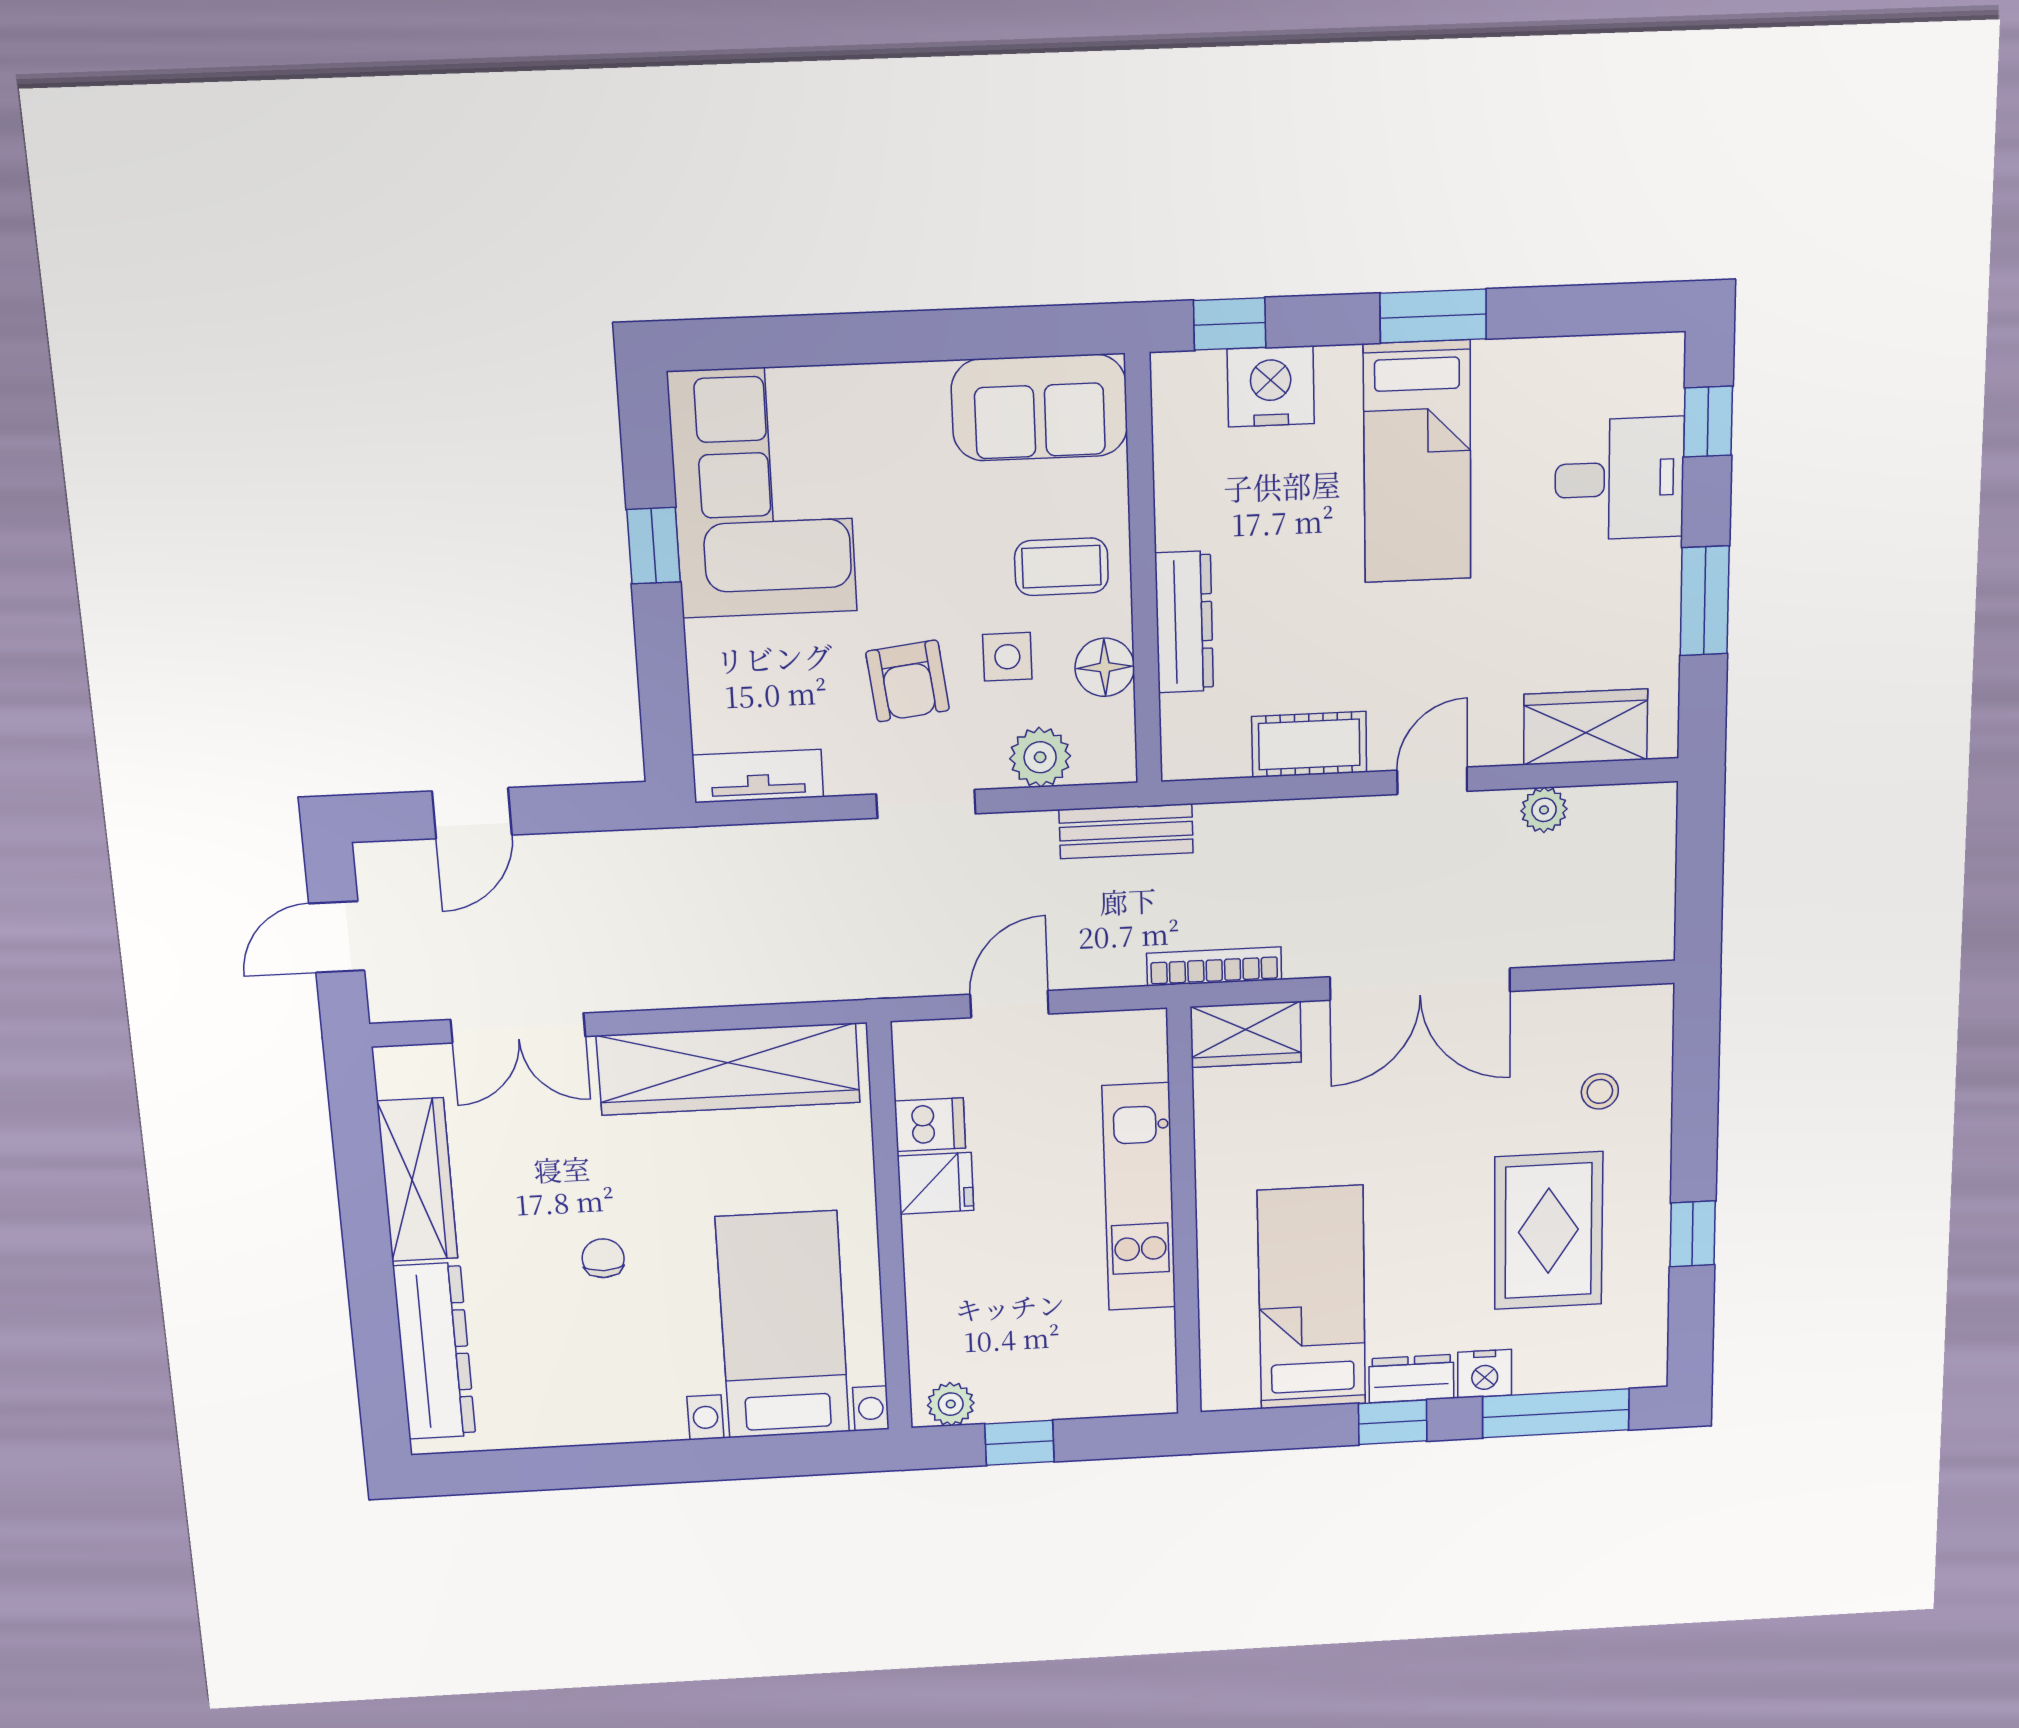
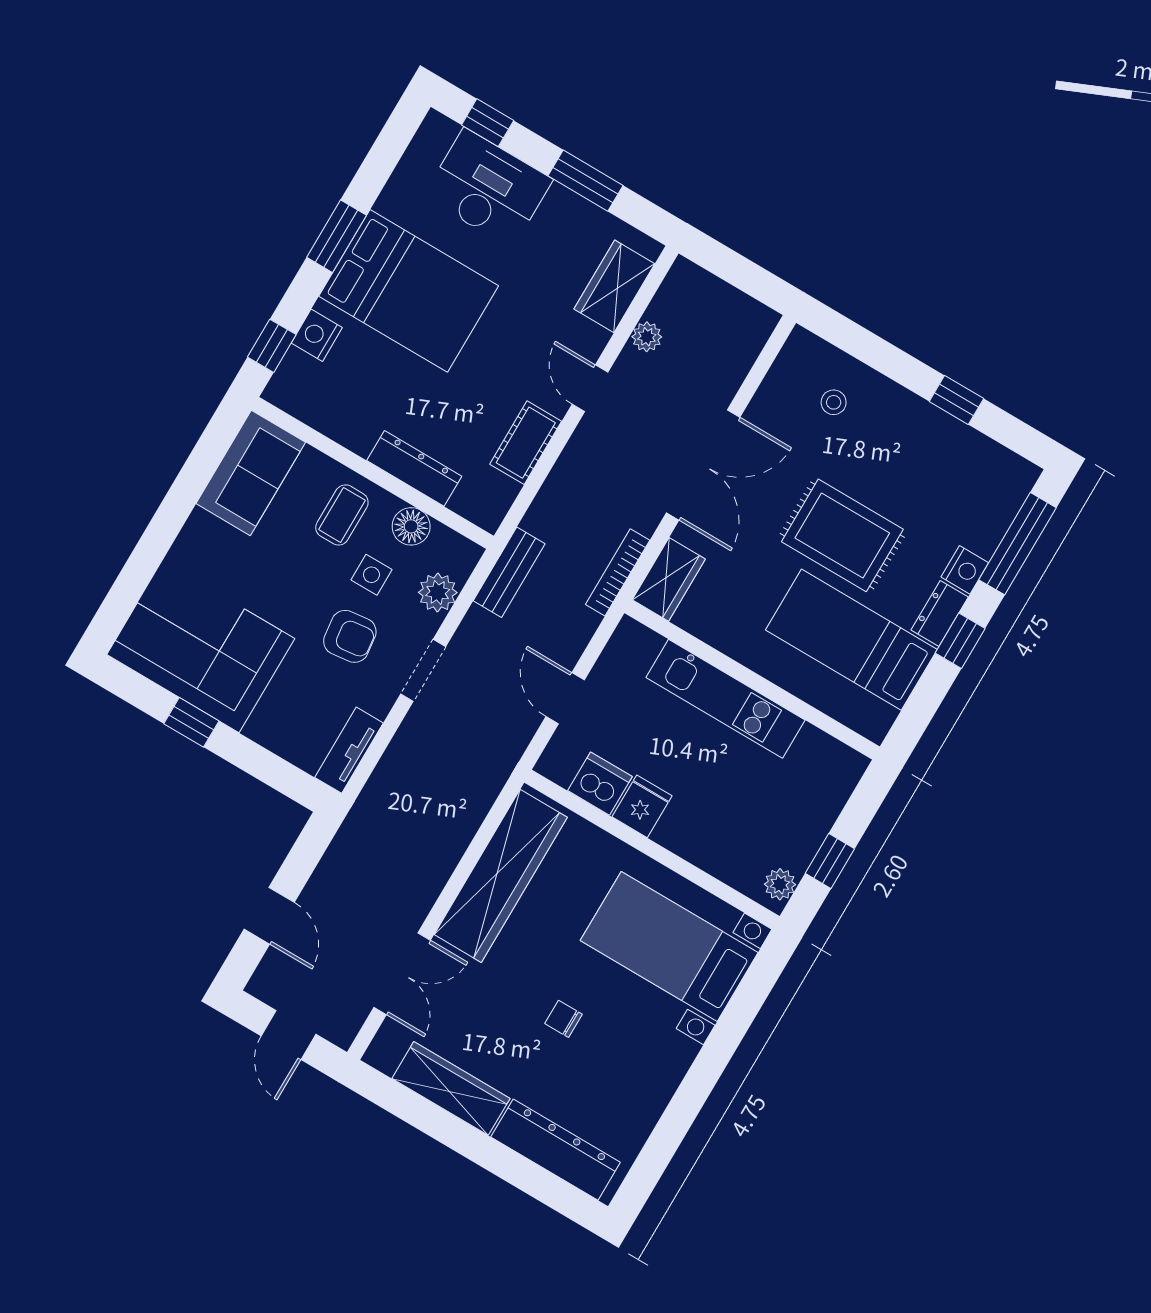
nightstand: (1271, 386) -> (317, 335), width x0.74, depth x0.75
bed: (1417, 462) -> (409, 291), width x1.50
desk: (1619, 479) -> (488, 188), width x1.37
dishwasher: (930, 1125) -> (600, 784), width x1.38
rug: (1548, 1231) -> (842, 535), moved

